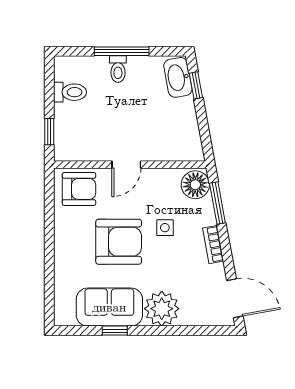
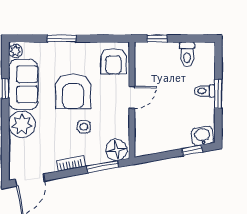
window: (122, 51) -> (218, 94), width x0.69
washbasin: (178, 77) -> (202, 136), width x0.72
door: (126, 165) -> (132, 97), swing flipped
window: (49, 257) -> (62, 39), added
plant: (66, 317) -> (15, 51), added

